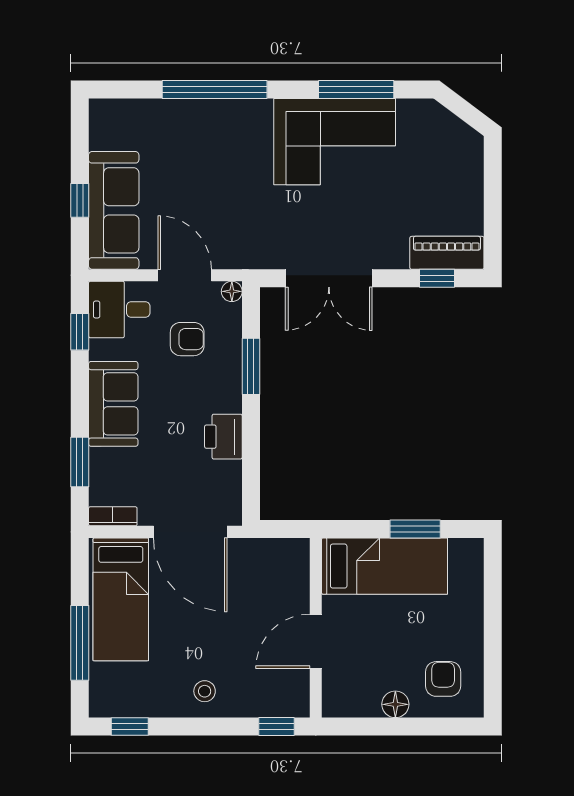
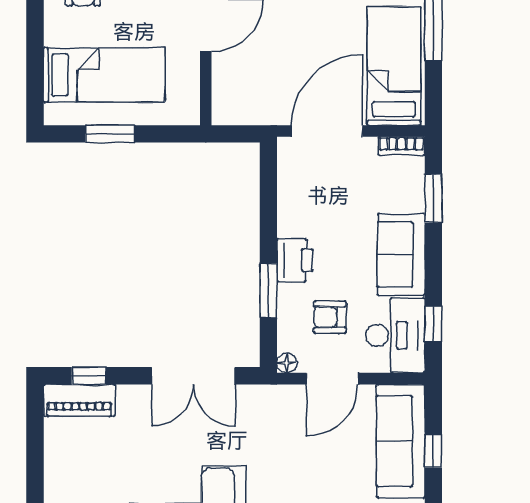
door: (185, 275) -> (332, 379), hinge flipped
double door: (329, 278) -> (193, 376), swing flipped
desk: (119, 310) -> (395, 335), width x1.37
printer: (223, 437) -> (295, 260), moved
door: (190, 532) -> (327, 131), hinge flipped
bed: (385, 566) -> (104, 75), moved, turned 180

